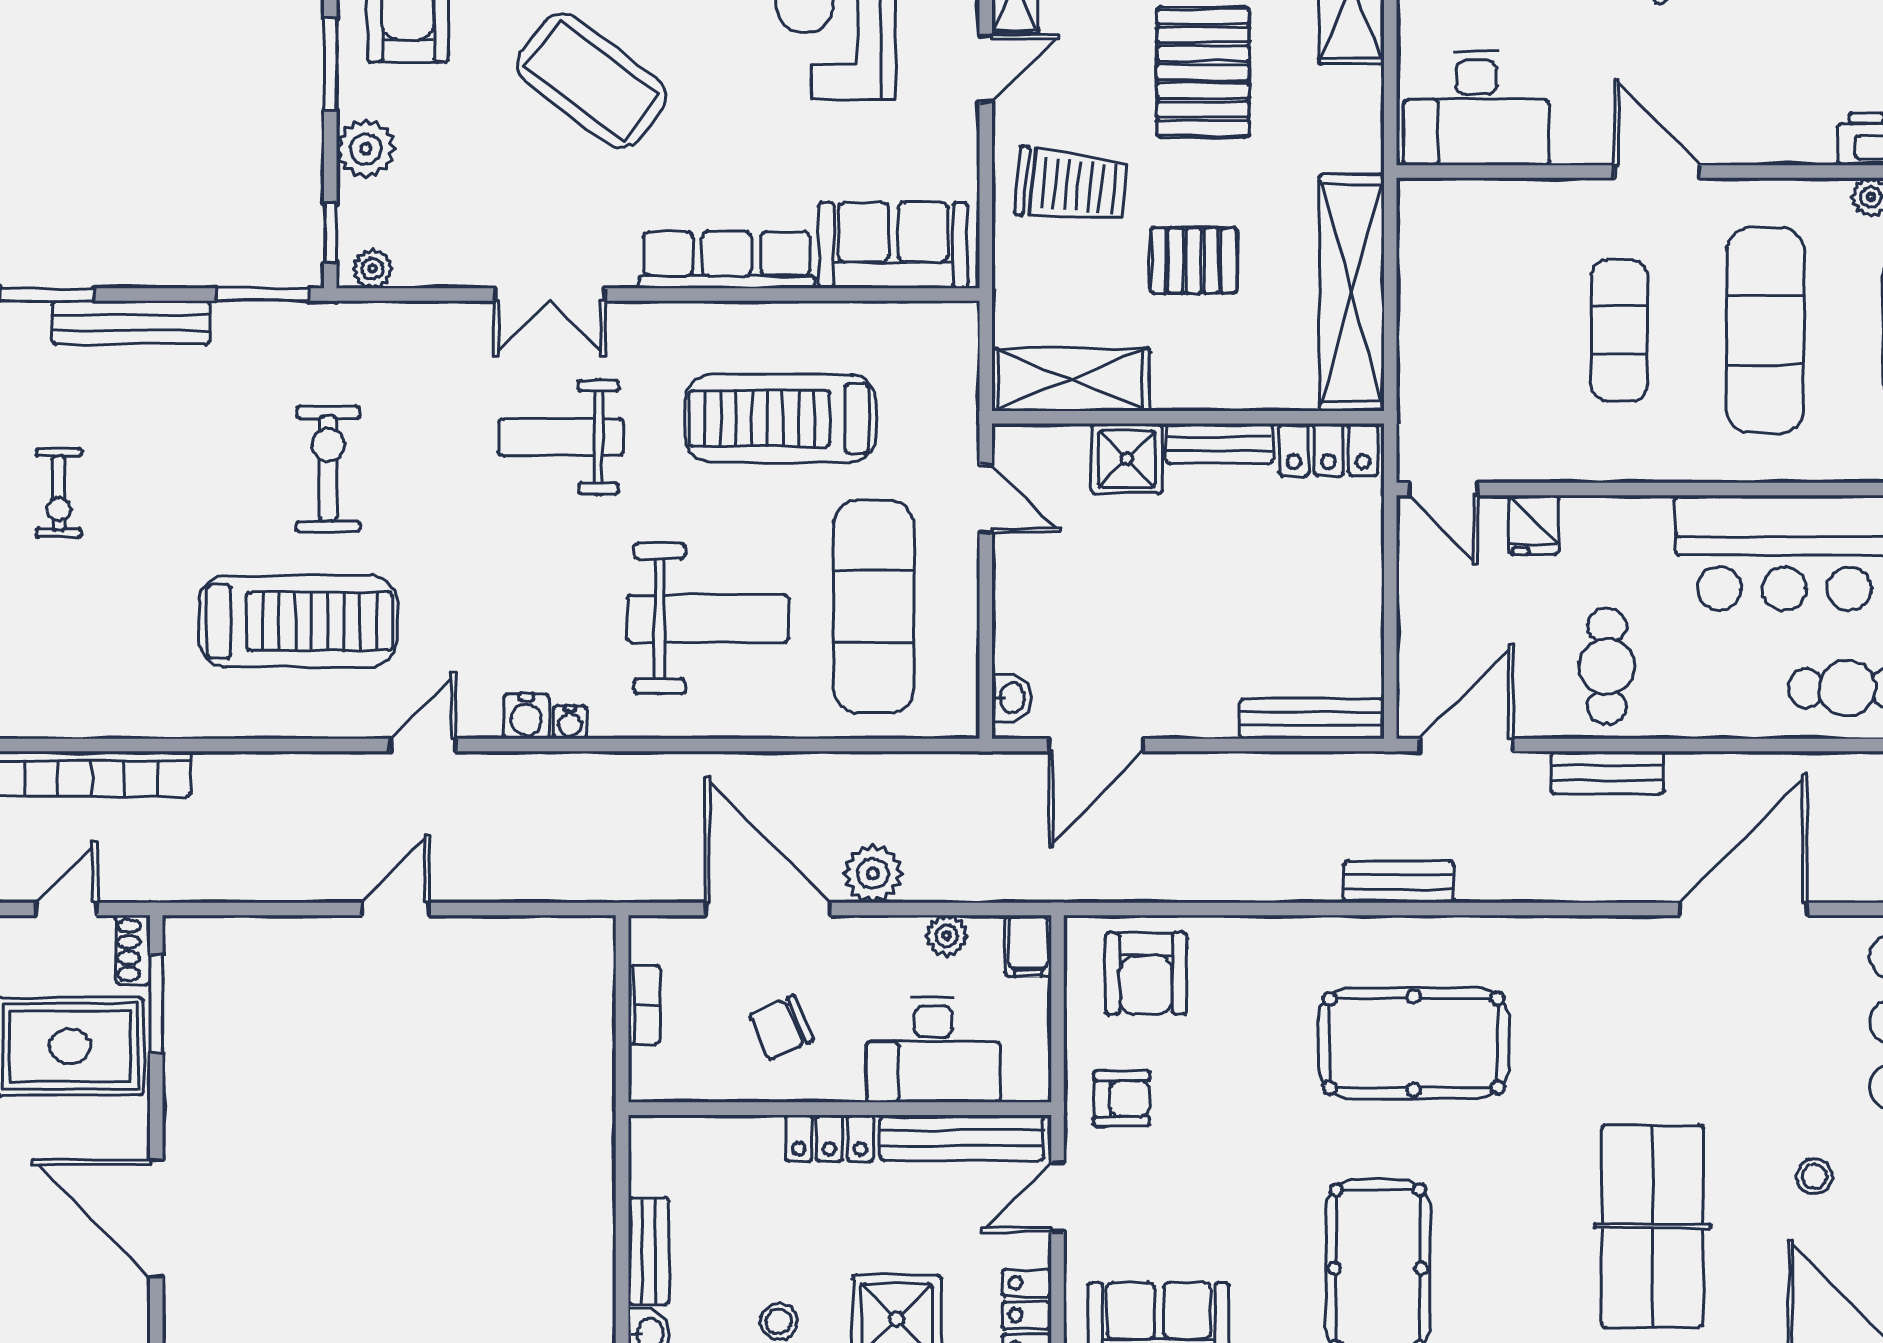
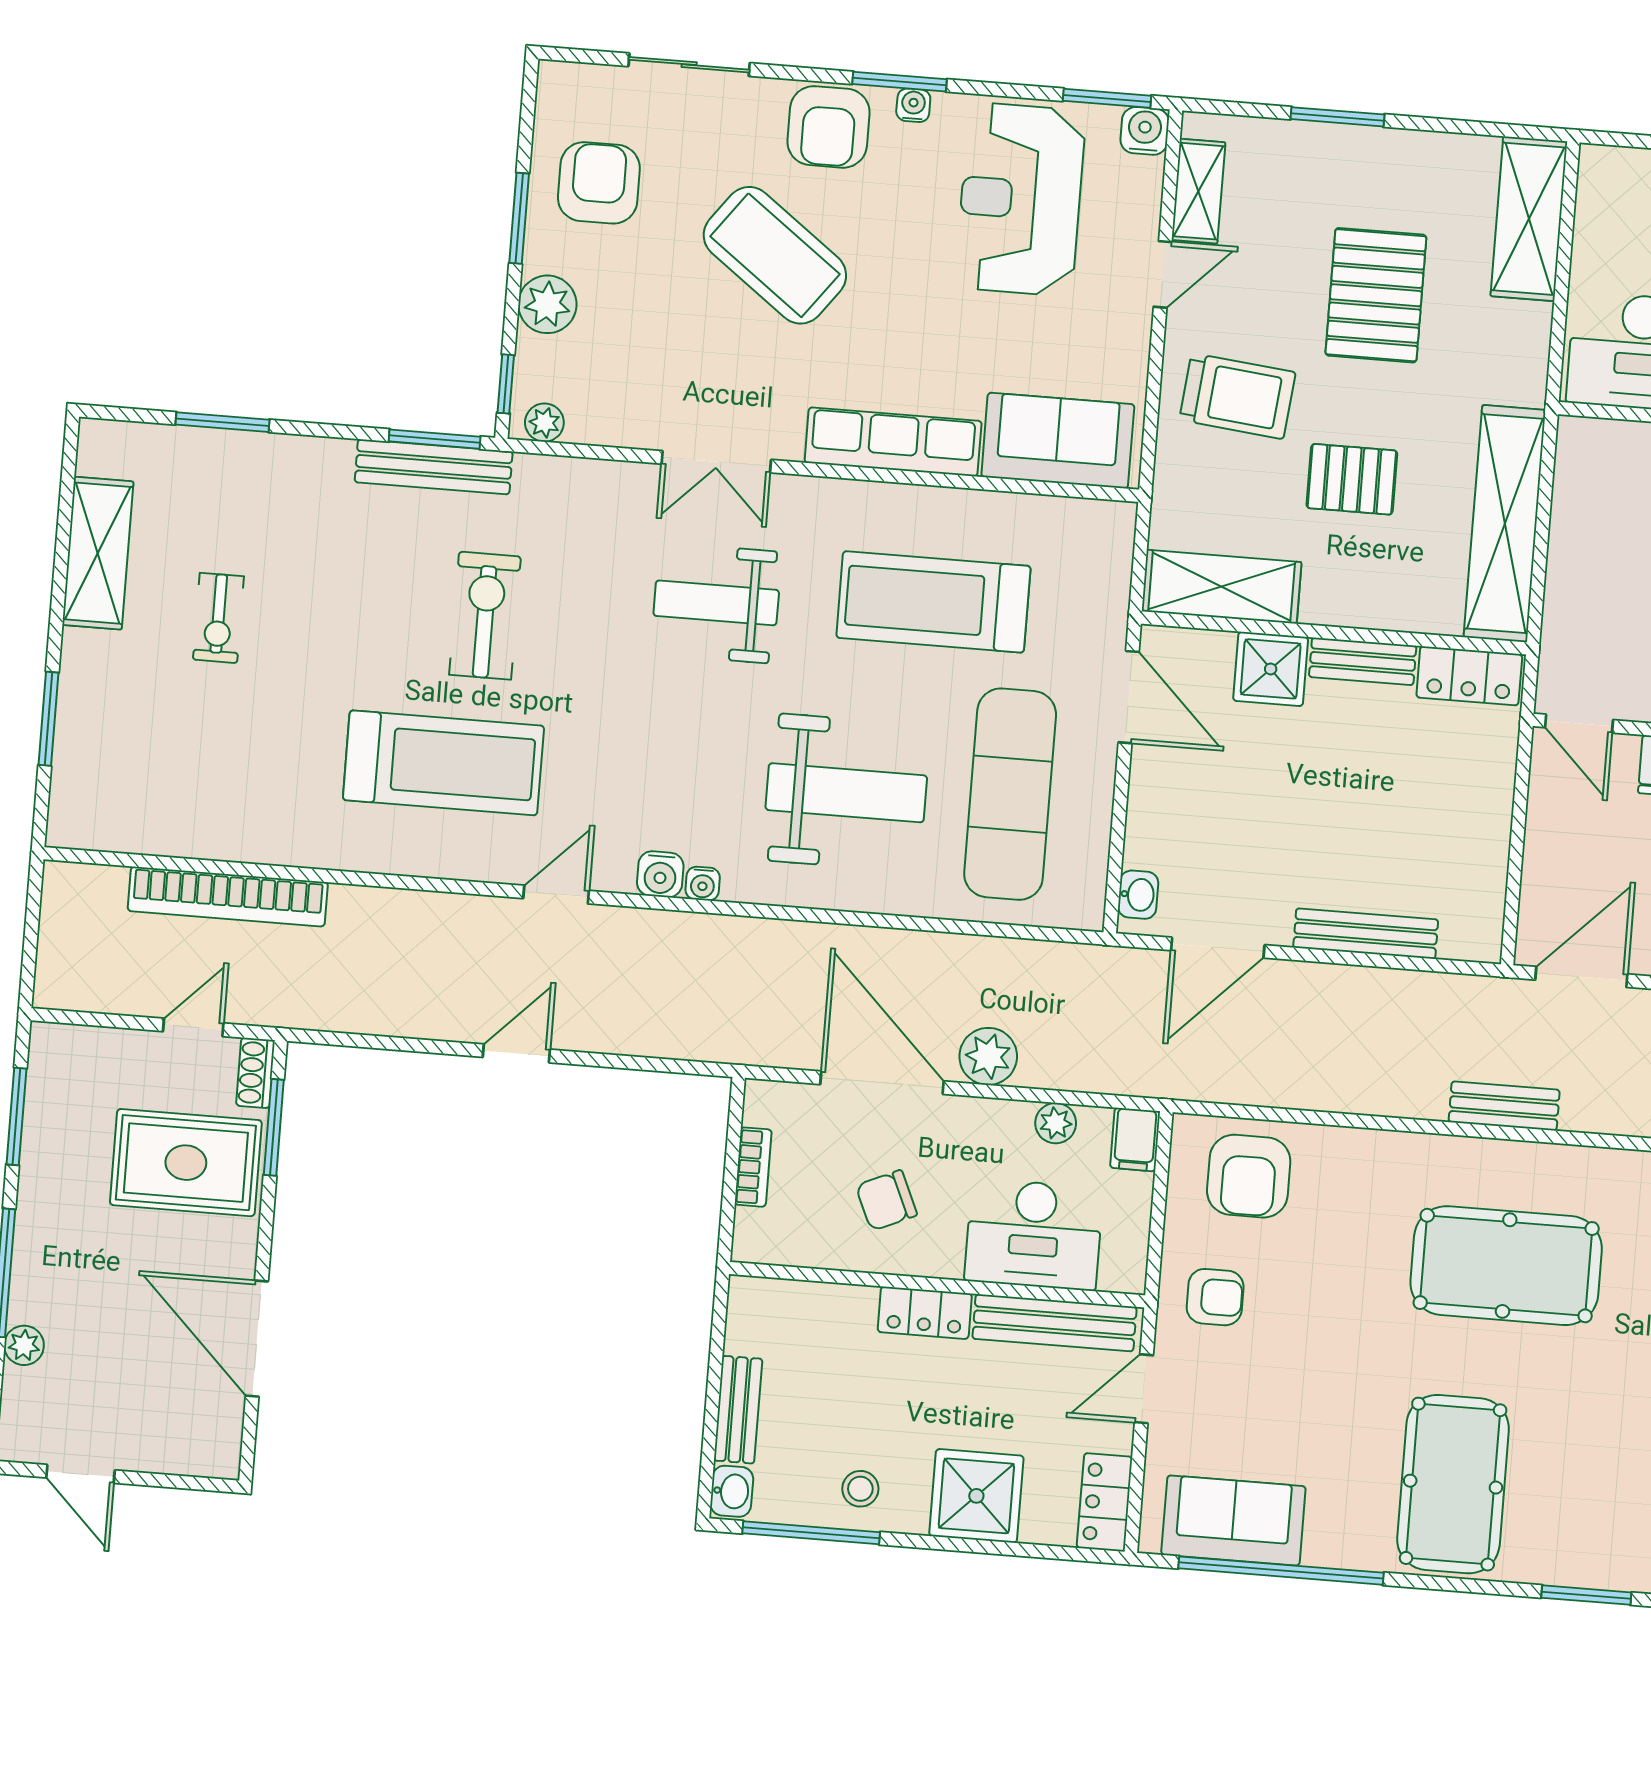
bench: (131, 323) -> (434, 467), moved
door: (986, 499) -> (1129, 697), width x1.37
bench: (1312, 719) -> (1366, 934), moved

